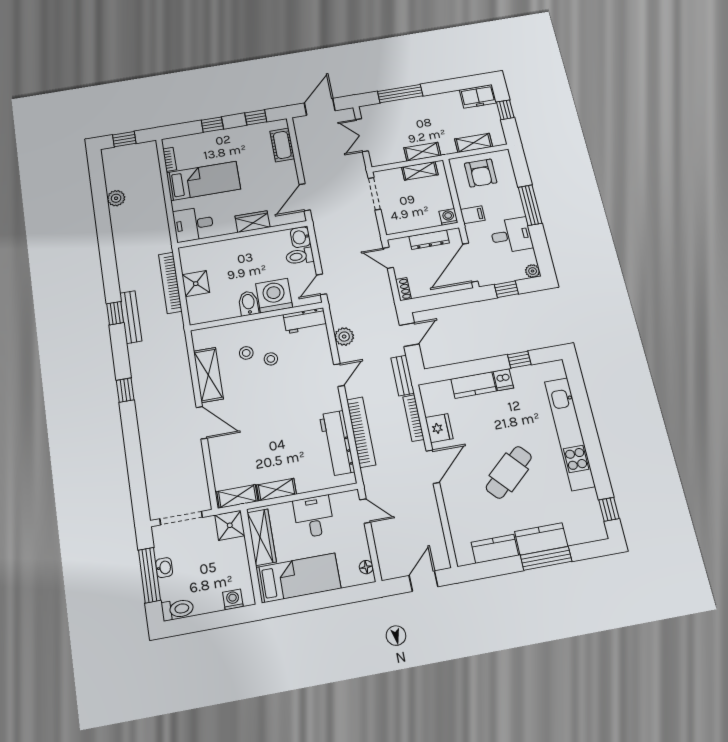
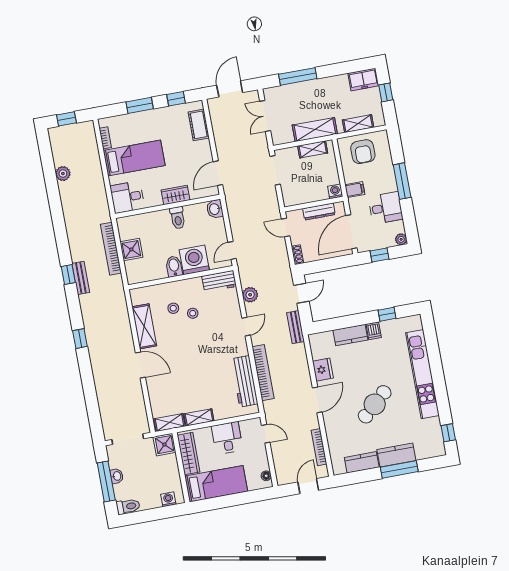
window: (212, 125) -> (140, 105), width x1.50
shelving: (422, 152) -> (315, 130), width x1.50, depth x1.33
toilet: (300, 256) -> (178, 218), moved, turned -90
bench: (131, 317) -> (81, 278), width x0.73
bookcase: (413, 418) -> (319, 447), moved

